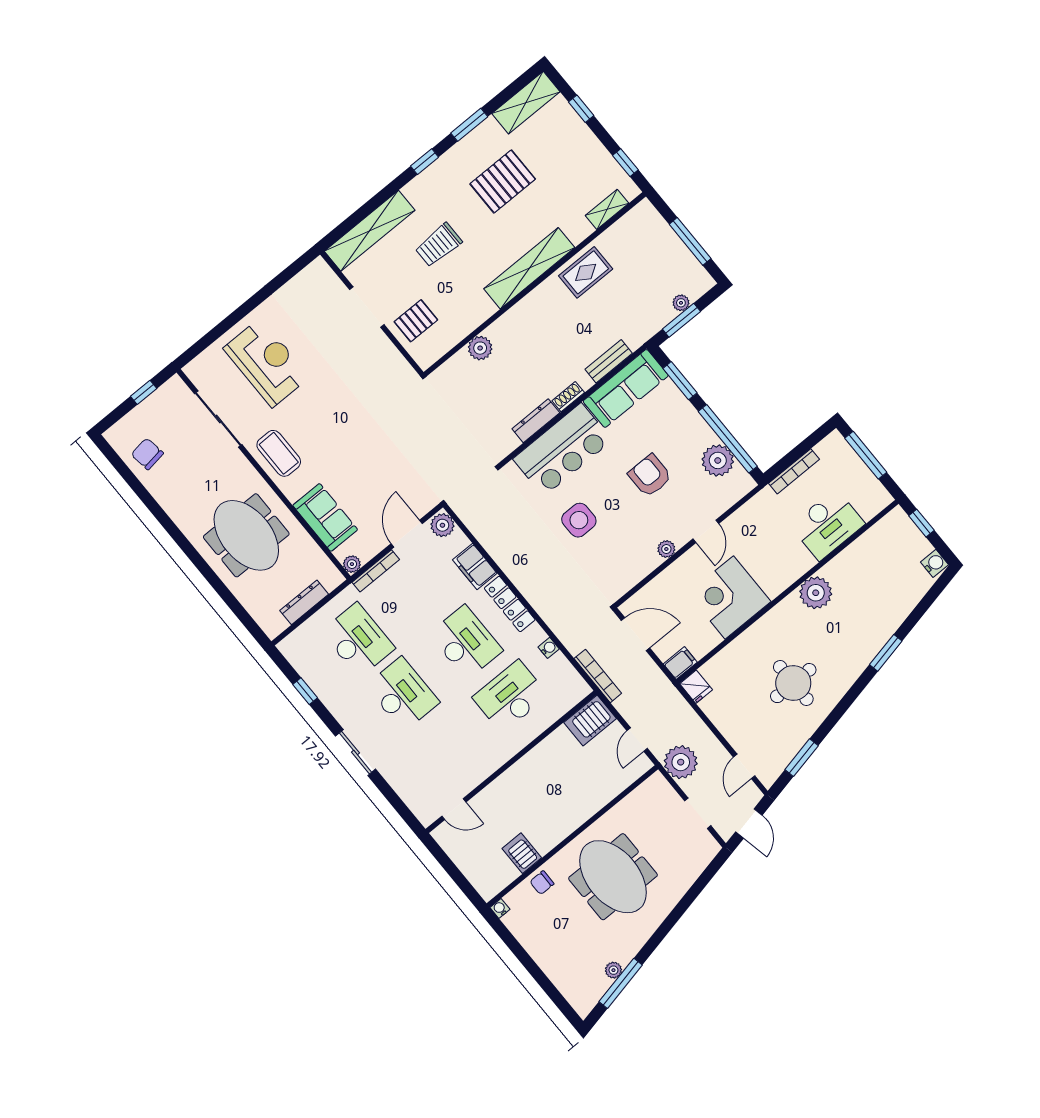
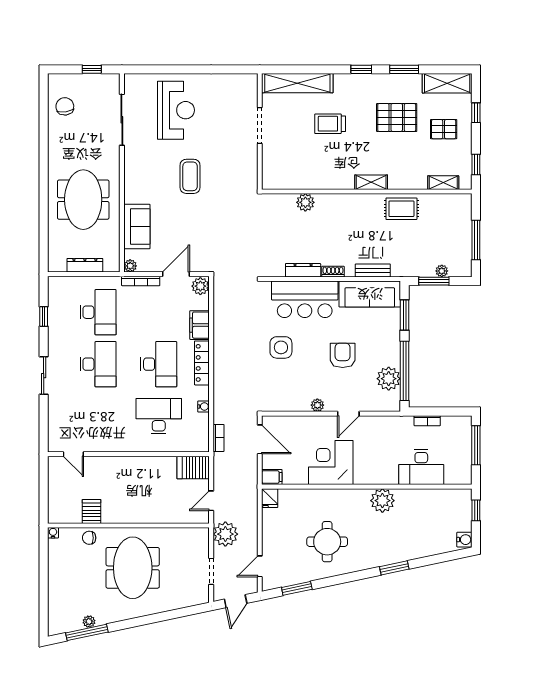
shelving: (529, 268) -> (371, 182), width x0.45, depth x0.75
pallet: (416, 321) -> (444, 129), moved
coffee table: (279, 453) -> (190, 176), moved
bookcase: (794, 471) -> (427, 421), width x0.64
bookcase: (598, 676) -> (218, 438), width x0.64

